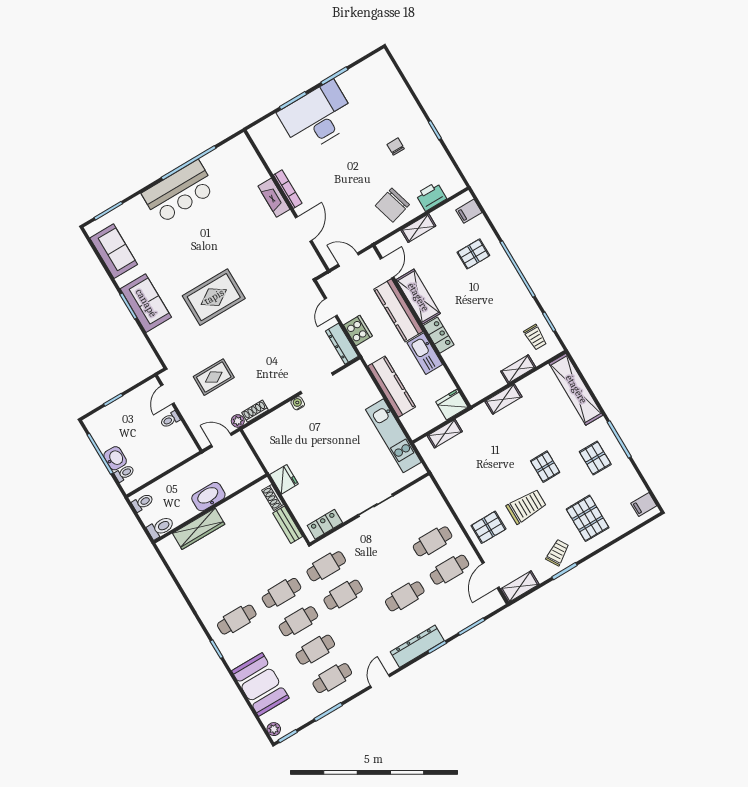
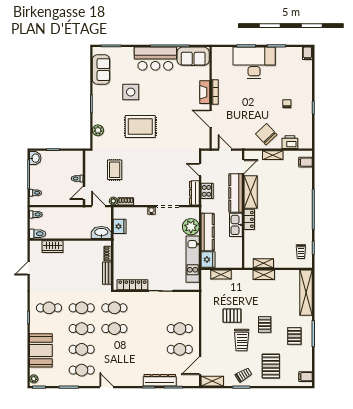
filing cabinet: (383, 61) -> (307, 53), added
chair: (392, 205) -> (266, 134), turned 63
door: (304, 229) -> (211, 119), swing flipped
pallet: (473, 254) -> (294, 187), removed
side table: (173, 258) -> (131, 92), added
sofa: (146, 303) -> (193, 56), moved, turned 90
door: (331, 307) -> (200, 170), hinge flipped
plant: (159, 337) -> (98, 130), added
shelving: (518, 369) -> (263, 263), moved
rug: (214, 377) -> (115, 170), turned 90
plant: (365, 393) -> (191, 227), added
door: (168, 394) -> (84, 193), moved
fridge: (452, 405) -> (208, 260), moved, turned 90
washbasin: (115, 458) -> (35, 158), moved
fridge: (284, 479) -> (120, 226), moved
washbasin: (208, 497) -> (101, 232), moved
trolley: (526, 506) -> (242, 340), turned 90
locker: (325, 524) -> (132, 285), width x1.53
pallet: (488, 527) -> (232, 316), moved
wardrobe: (199, 529) -> (52, 247), width x0.67
door: (177, 582) -> (29, 268), added
cafe table: (405, 596) -> (147, 349), removed
dresser: (417, 646) -> (160, 380), moved
door: (380, 681) -> (106, 387), hinge flipped

